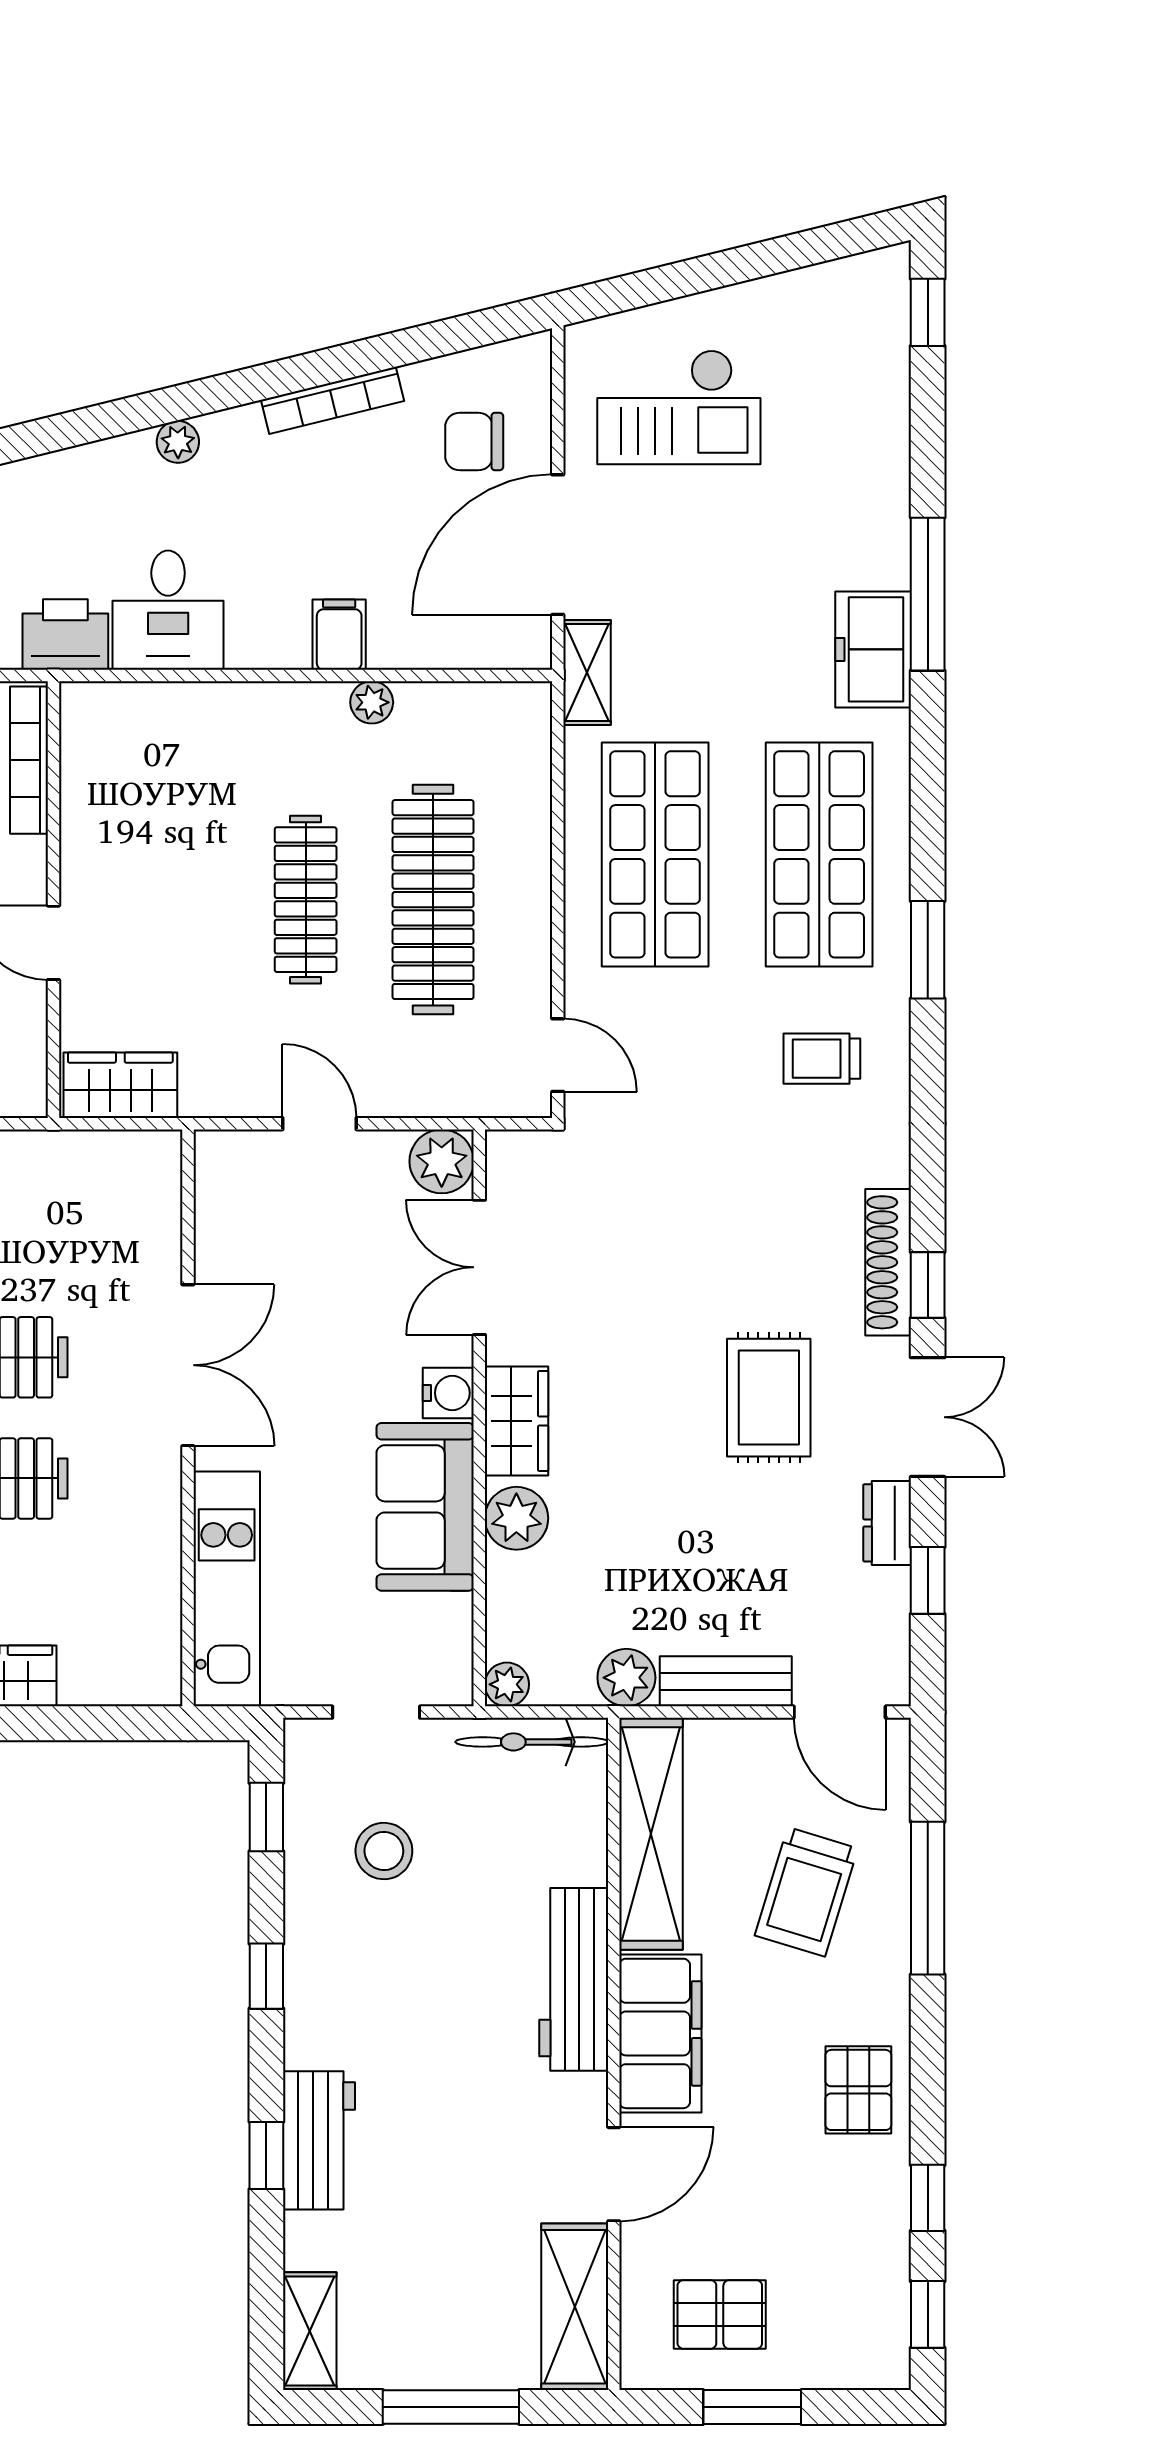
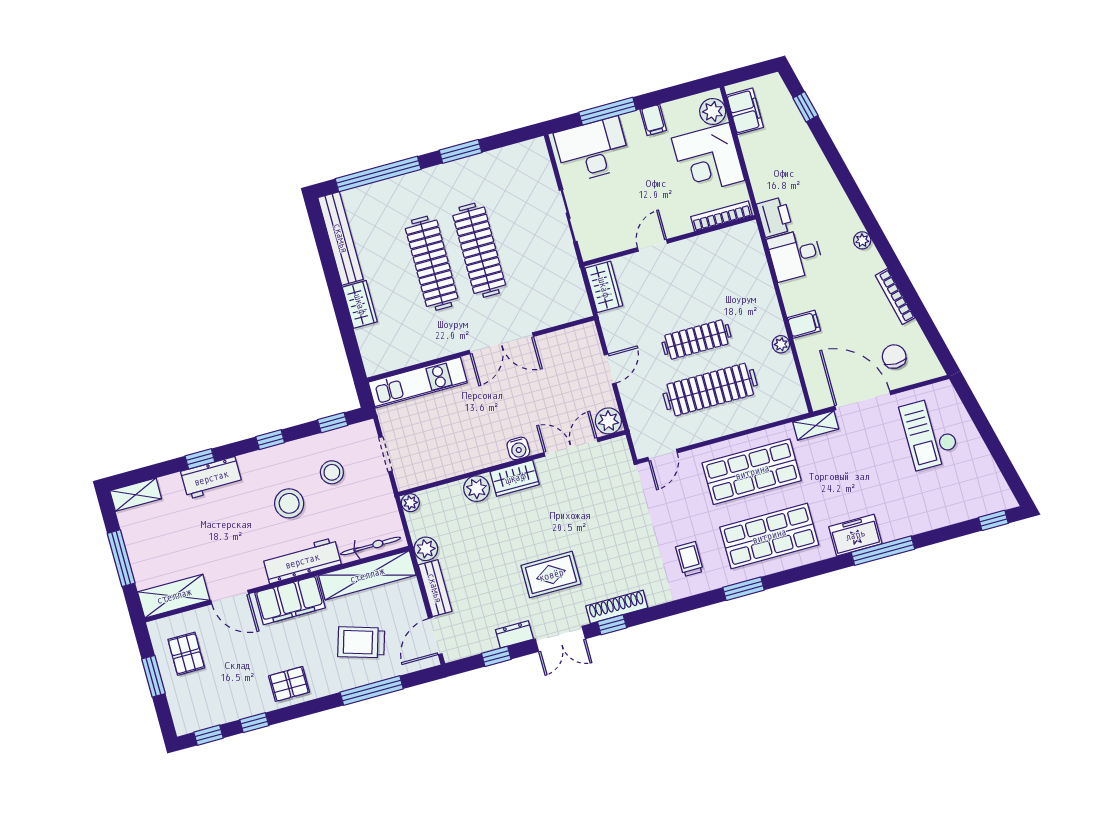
sofa: (425, 1507) -> (471, 452), removed
bicycle: (532, 1742) -> (371, 546), moved, turned 90
stool: (430, 1973) -> (289, 503), added

